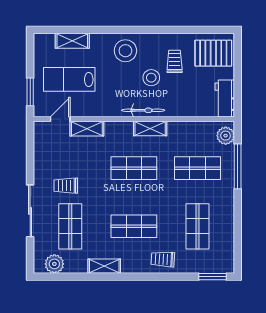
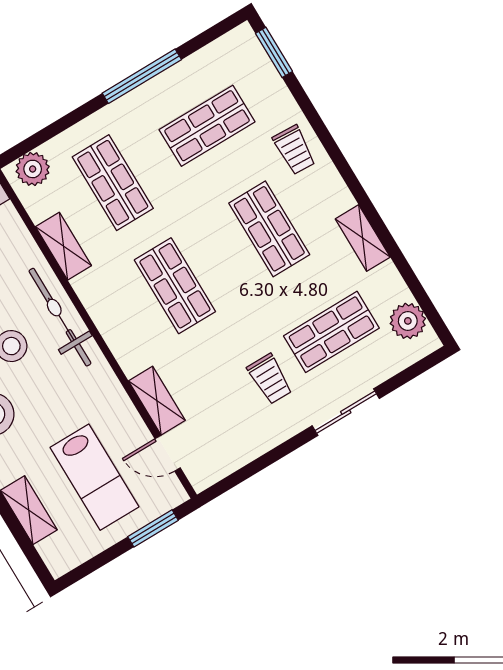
bicycle: (143, 110) -> (60, 317), width x1.37, depth x1.40
shelving: (150, 129) -> (63, 246), moved
window: (238, 166) -> (142, 76), moved
sliding door: (30, 211) -> (346, 412), width x0.73

